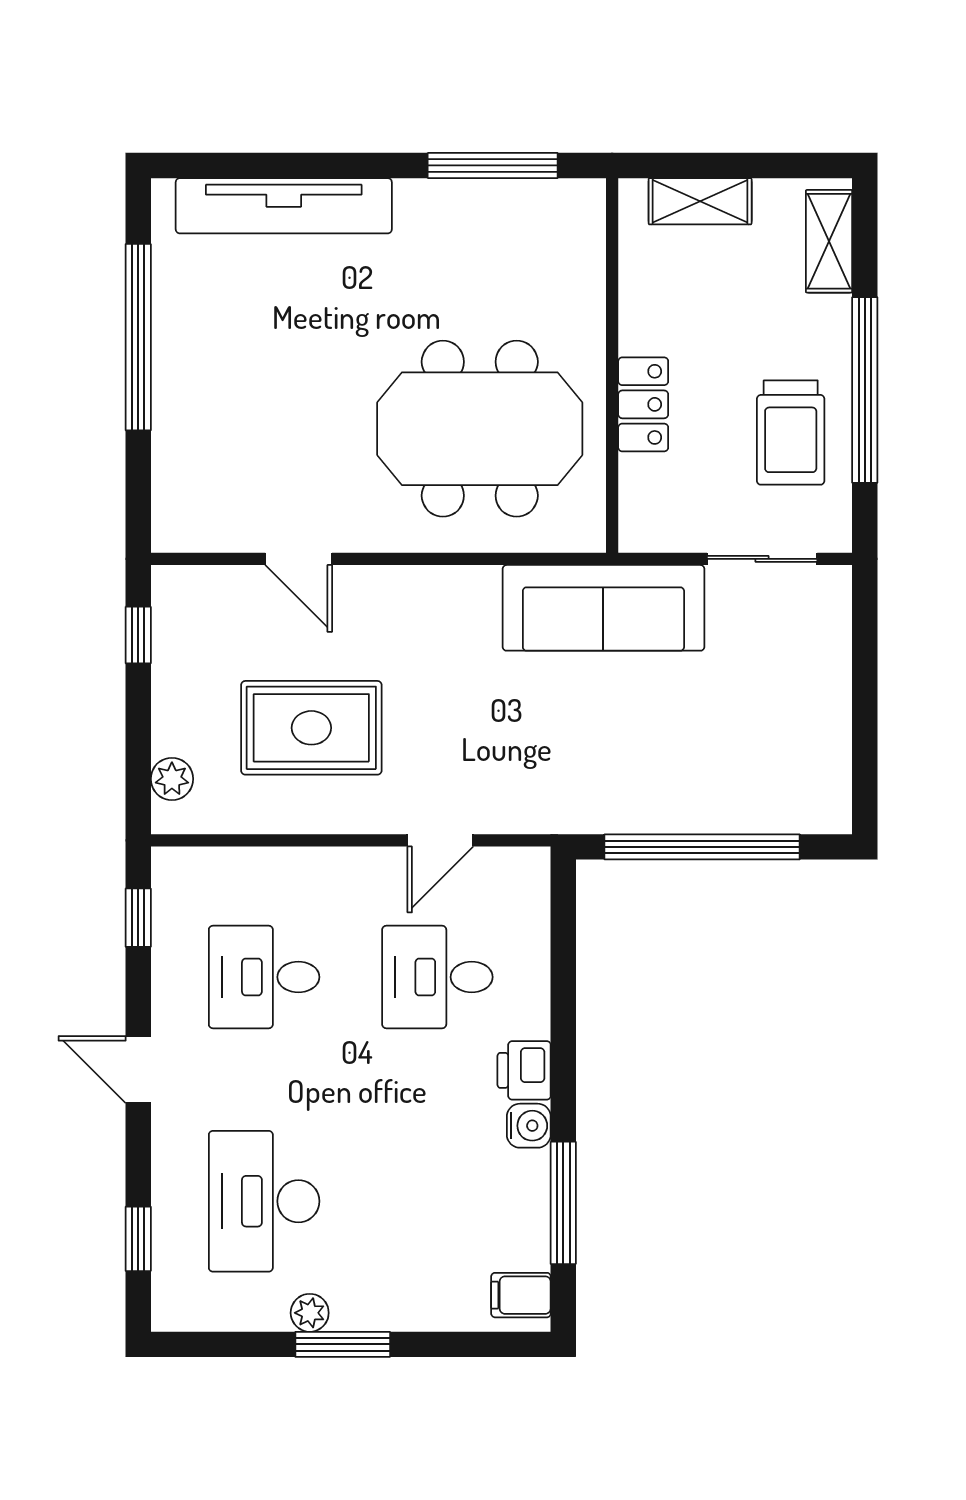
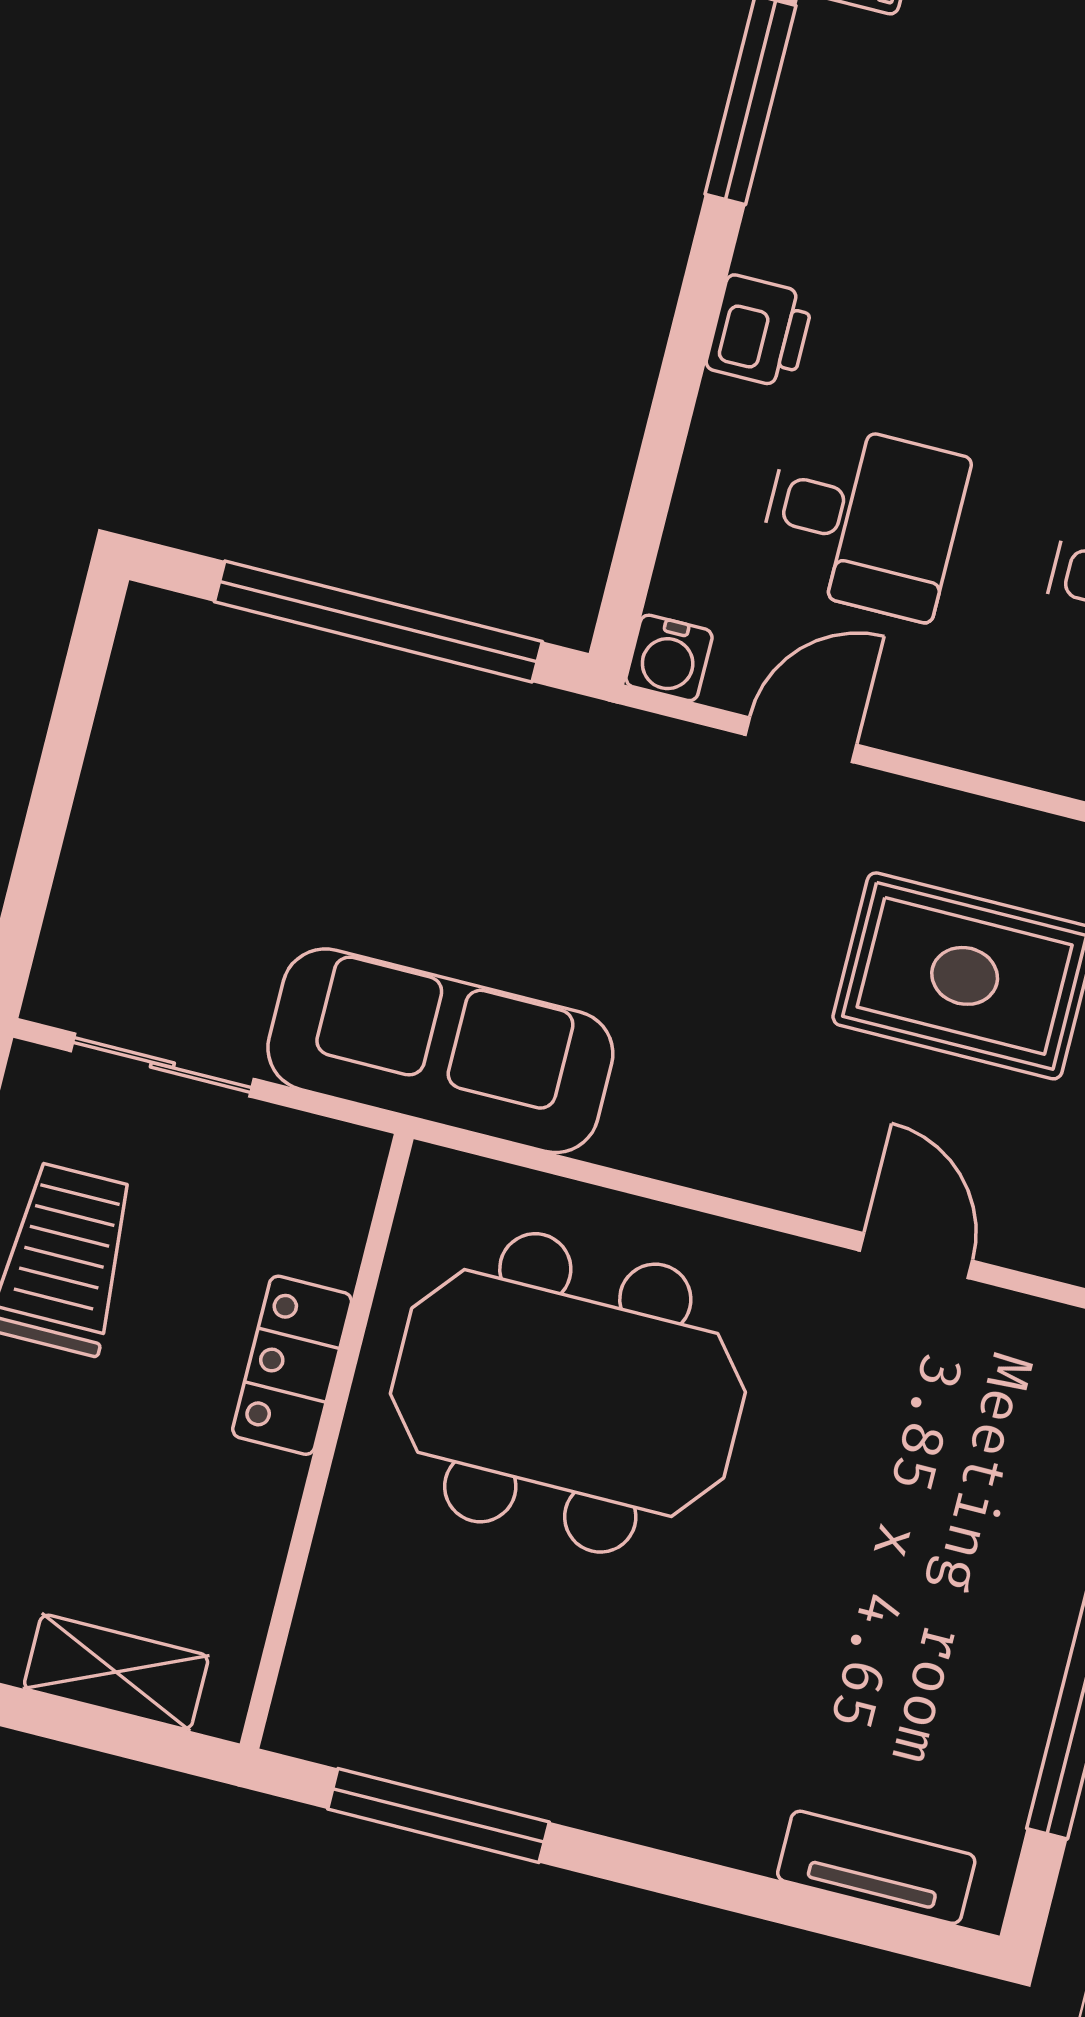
tv unit: (284, 206) -> (876, 1867), width x0.52, depth x0.78
water cooler: (529, 1126) -> (669, 658), moved, turned -90

